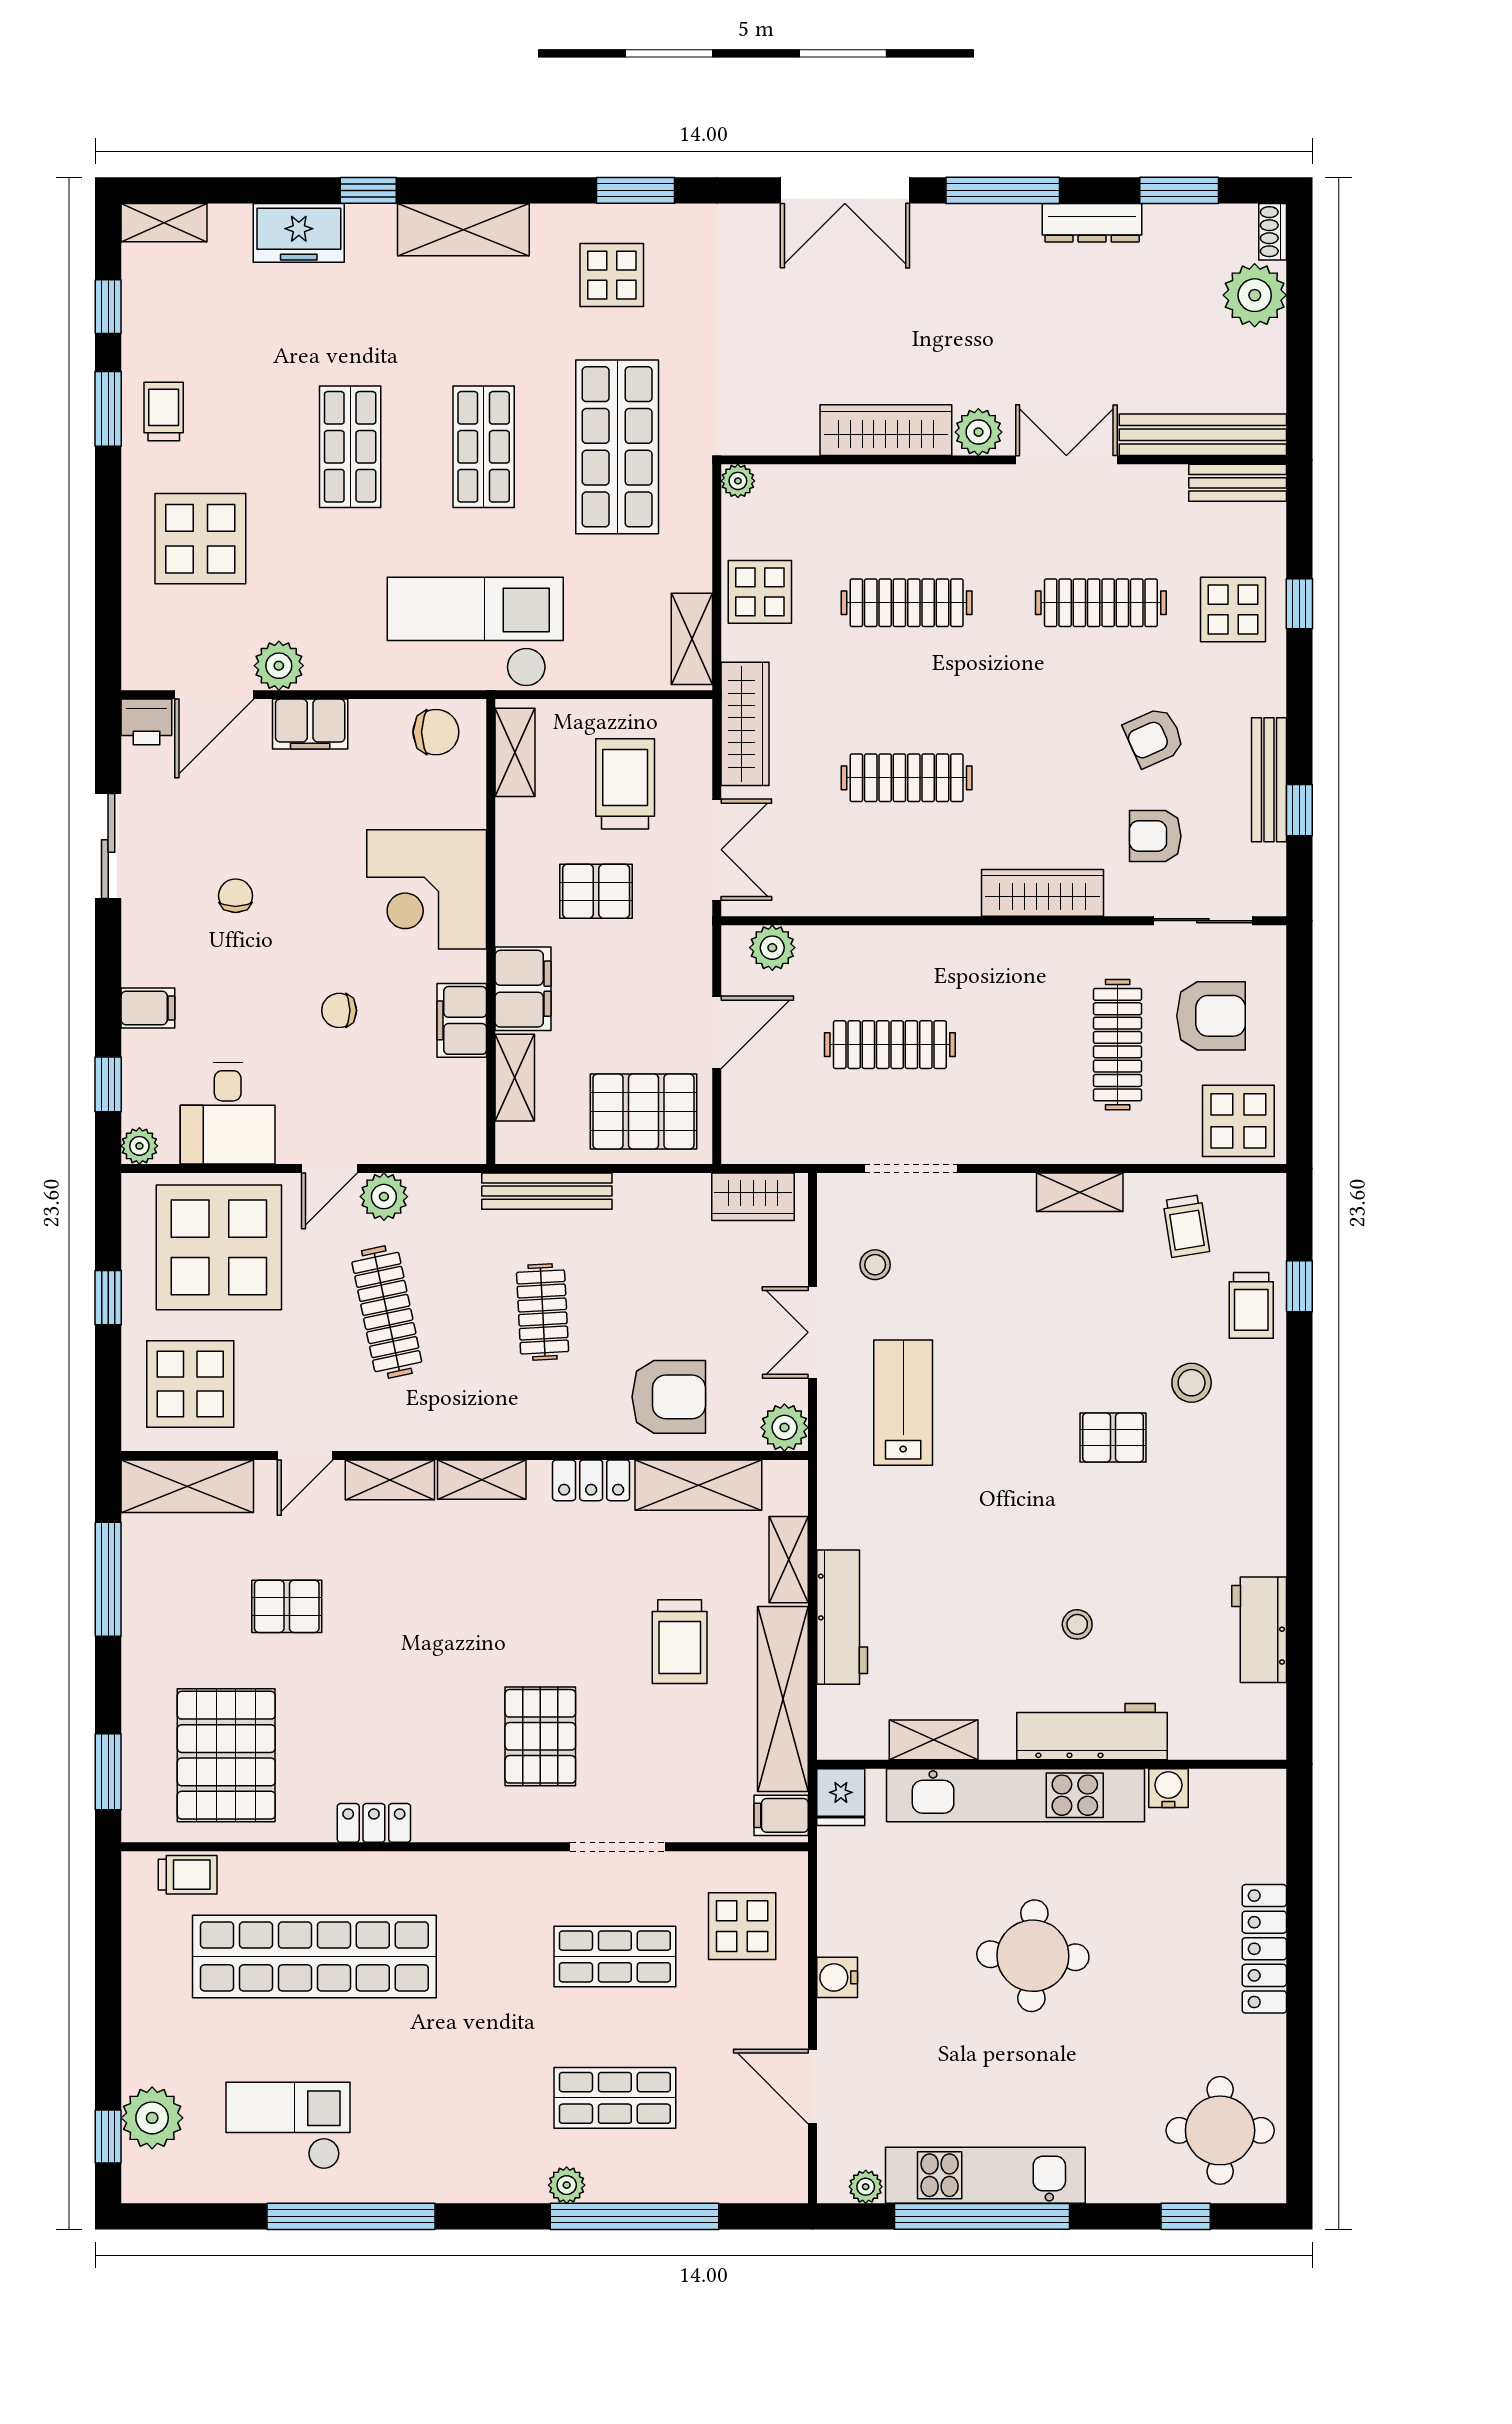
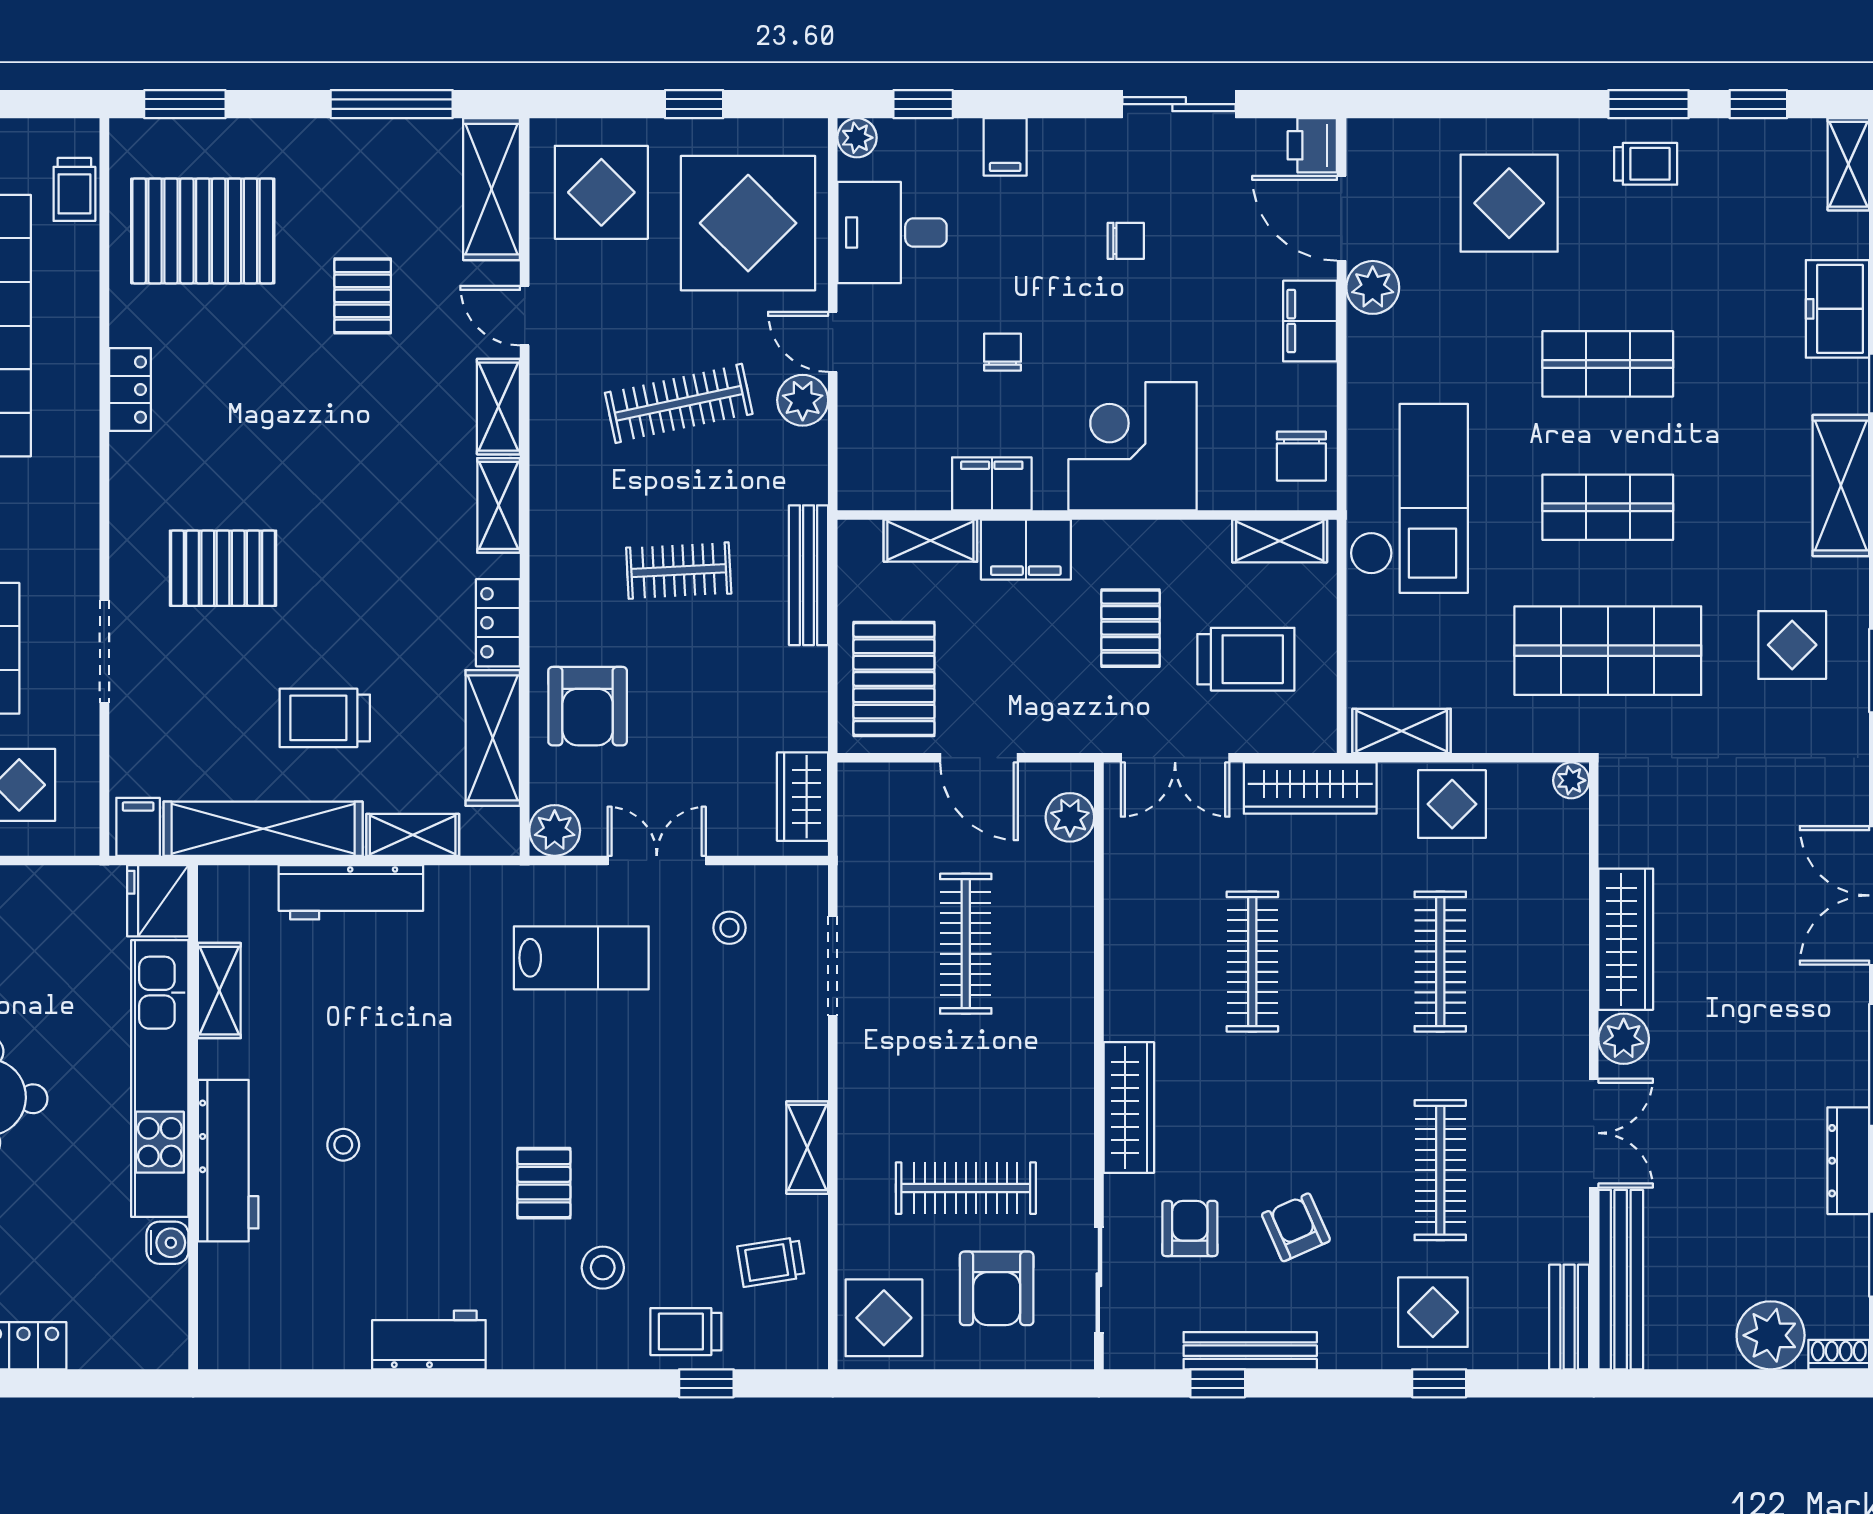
workbench: (1259, 1630) -> (429, 1340), moved
fridge: (841, 1797) -> (158, 901), width x1.38

